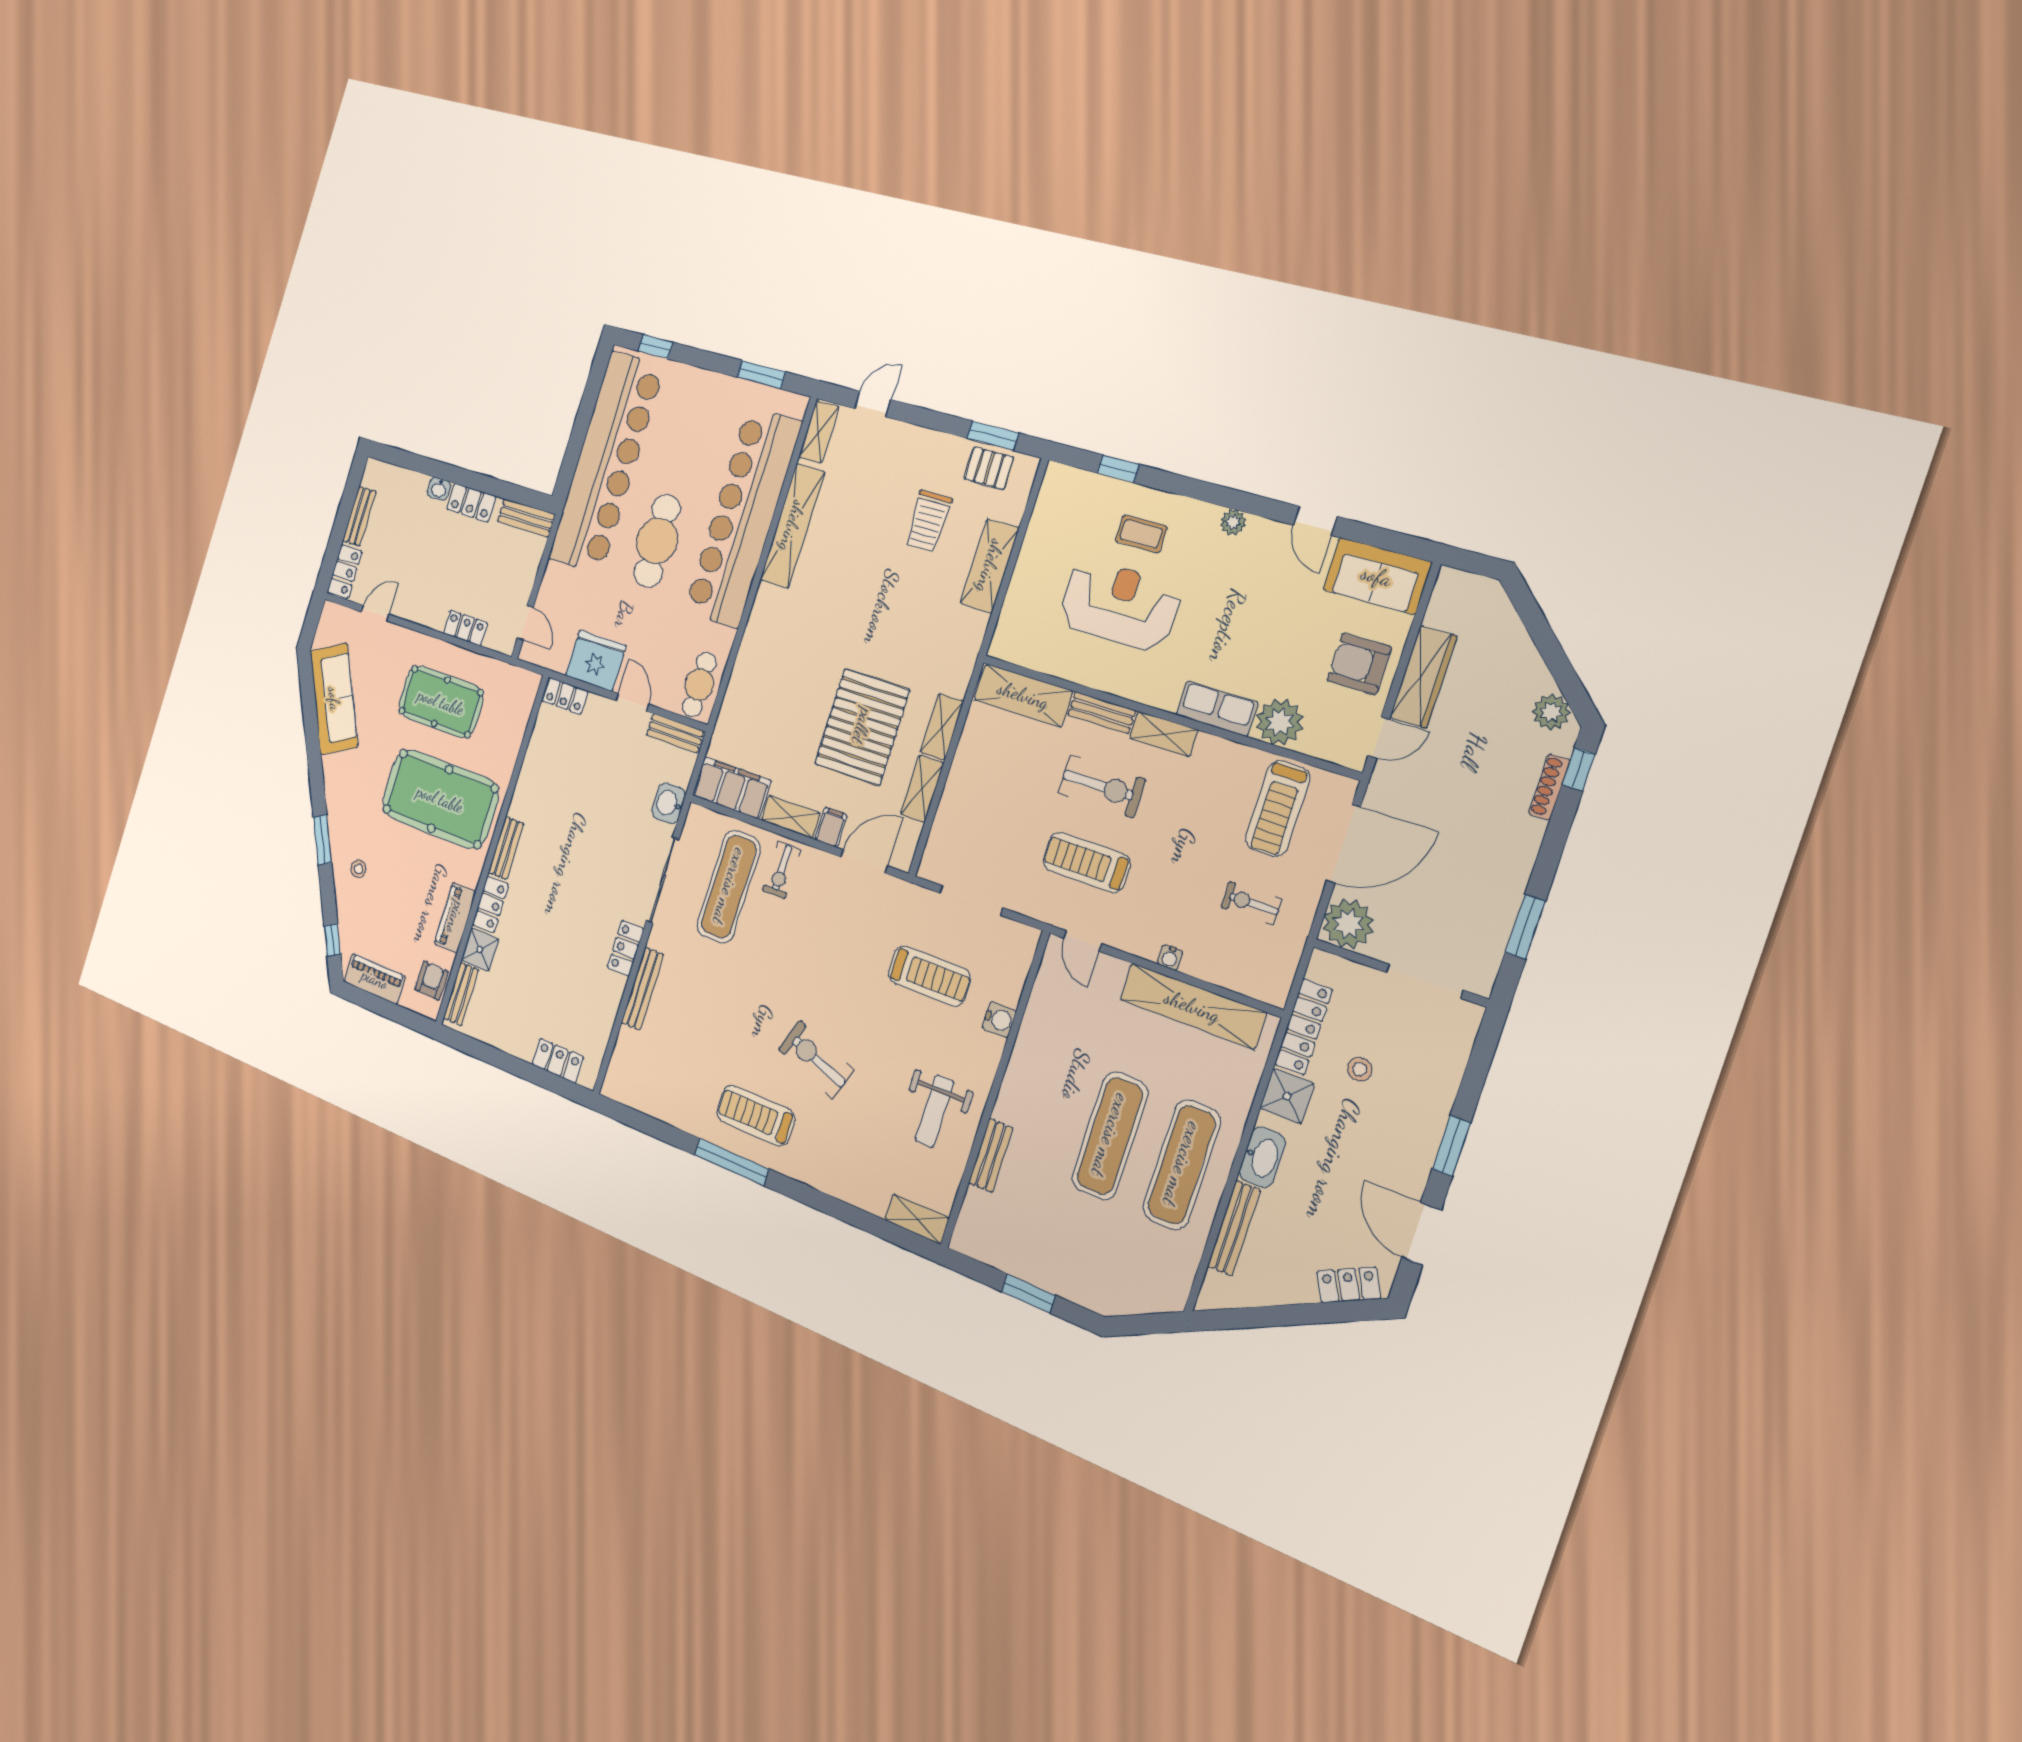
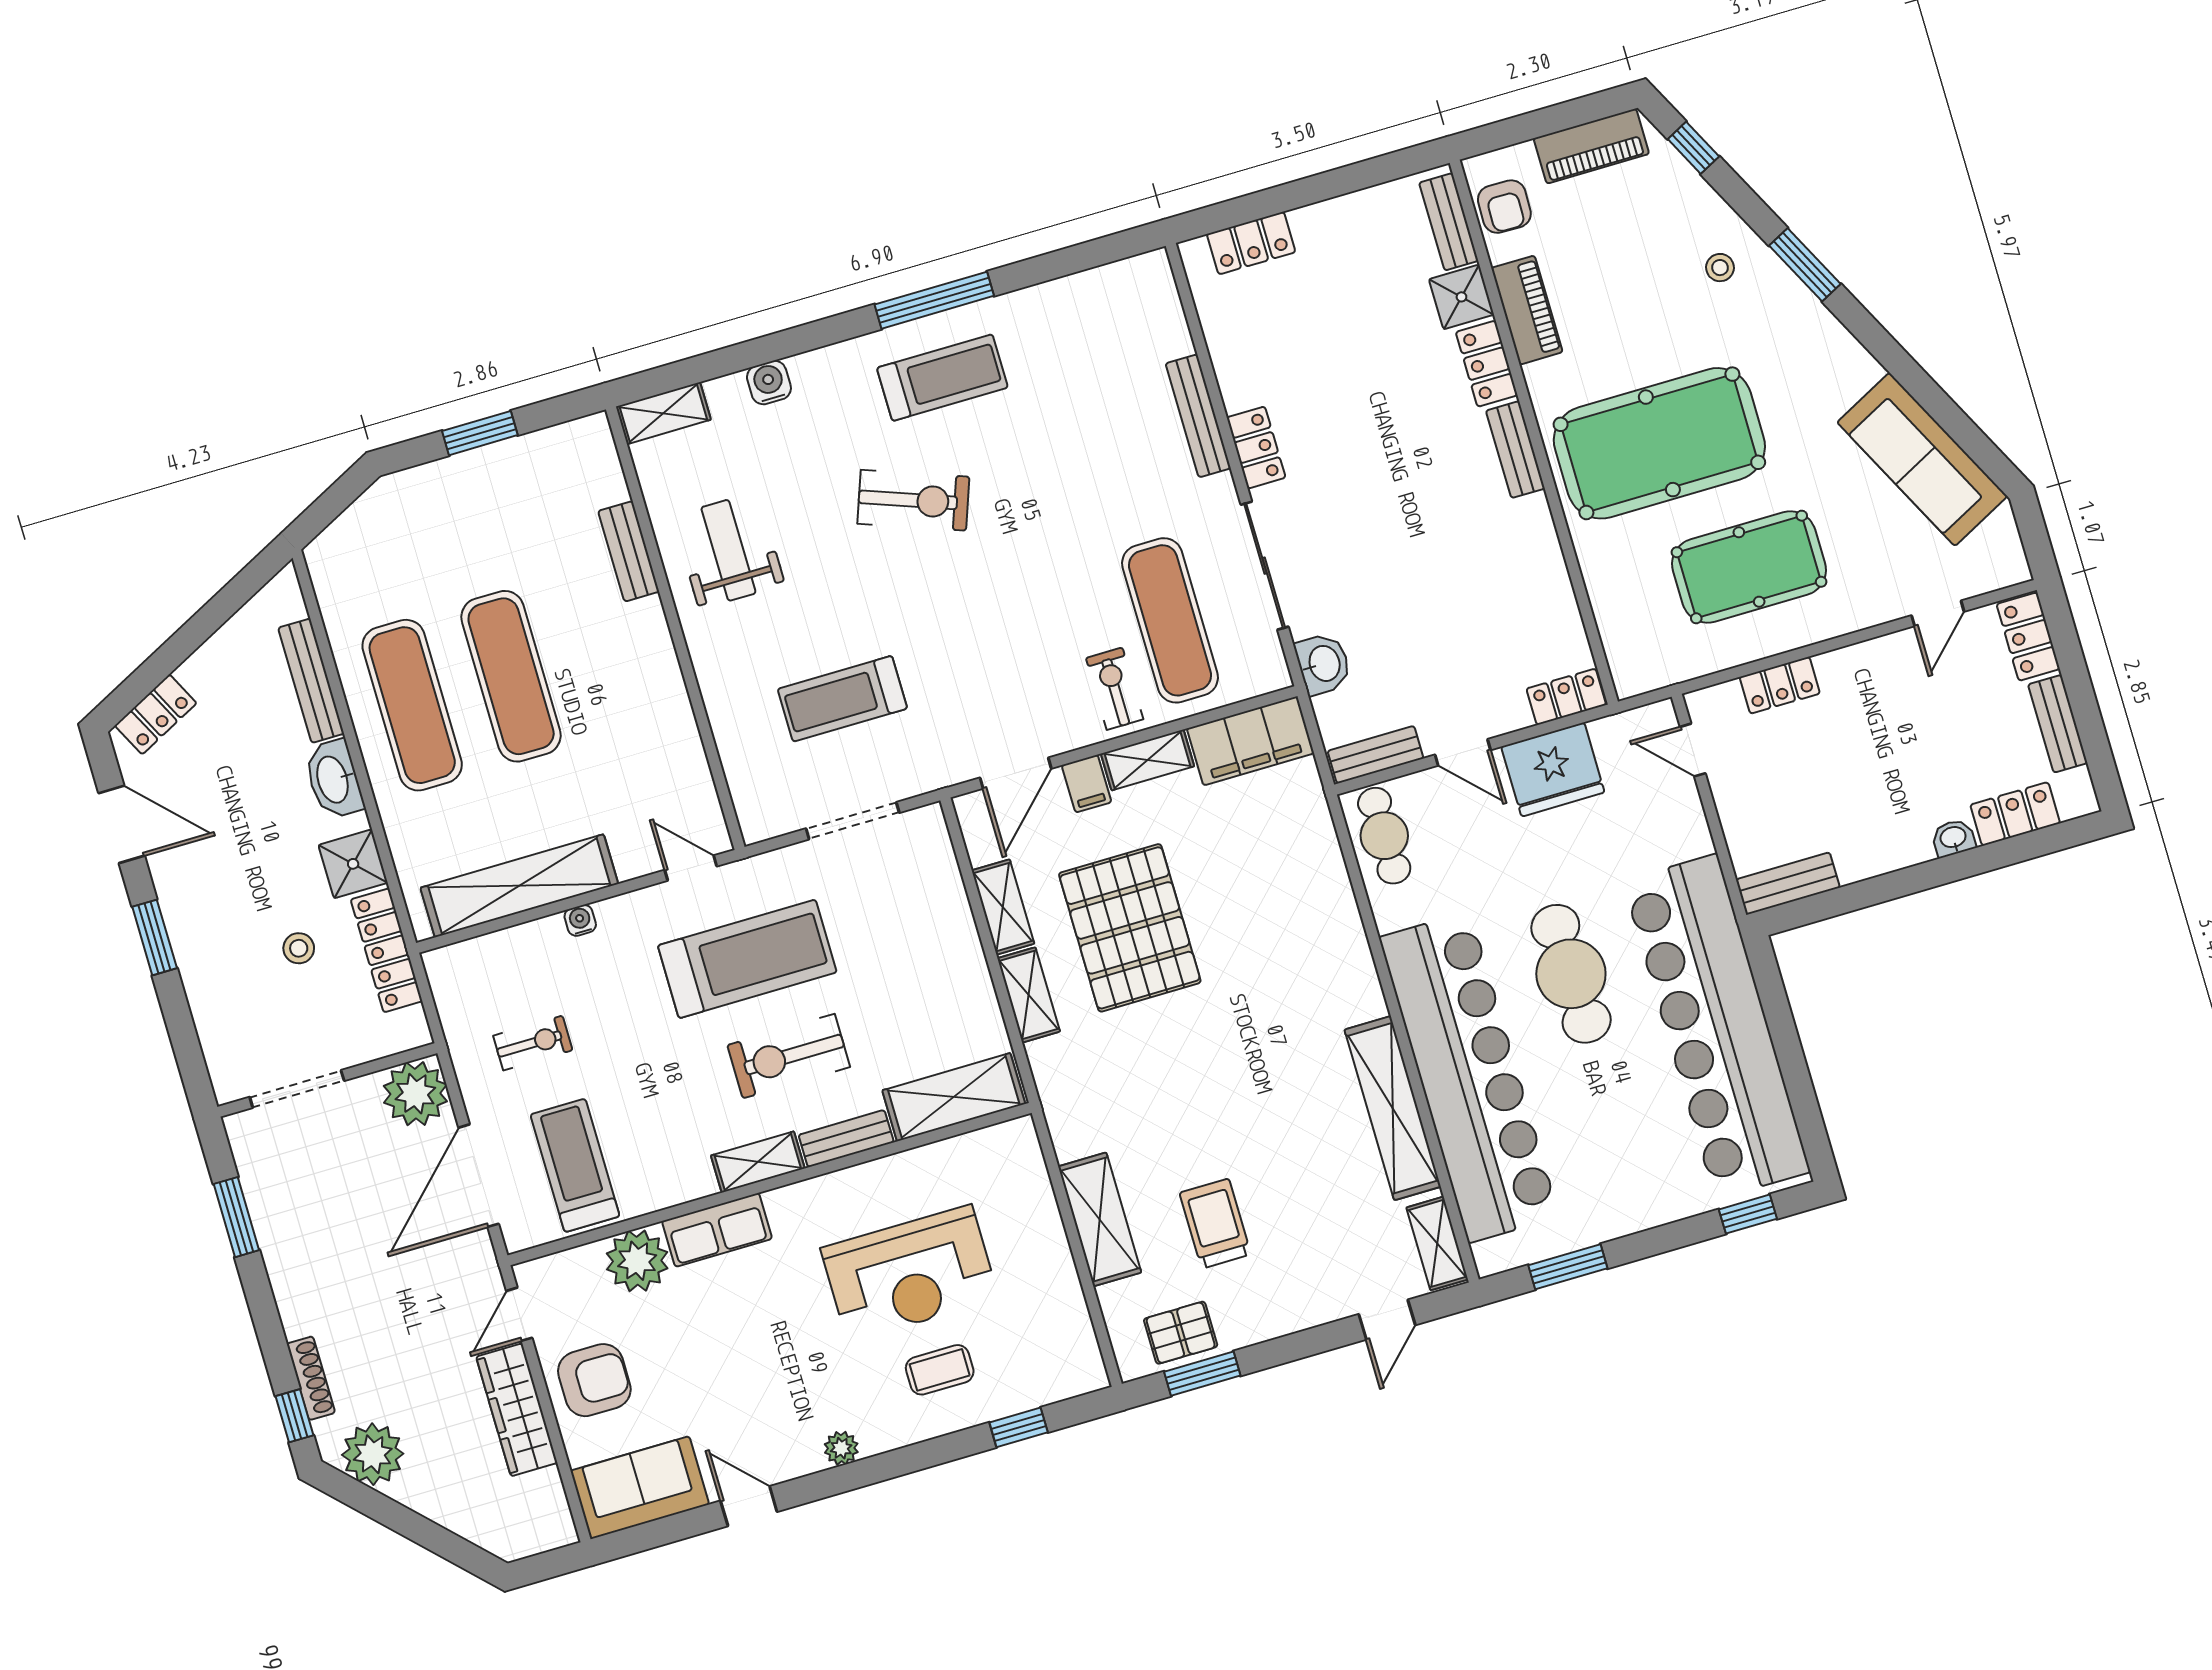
locker: (471, 503) -> (2015, 814), moved
plant: (1551, 712) -> (373, 1454), width x1.36, depth x1.36
treadmill: (1086, 862) -> (747, 959), width x1.37, depth x1.38
water cooler: (999, 1020) -> (769, 383), moved, turned 90

